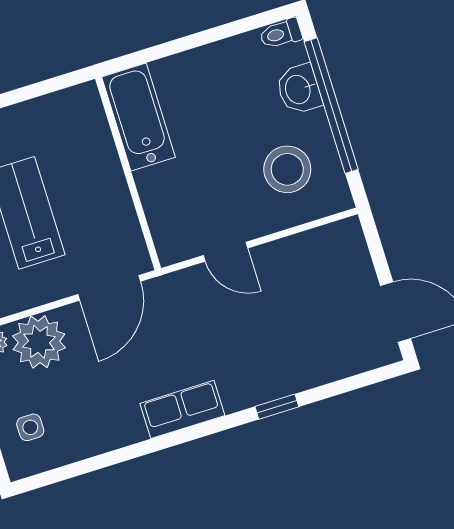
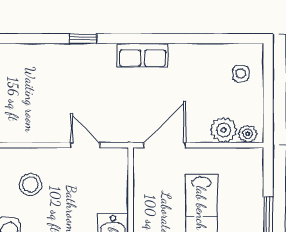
stool: (287, 169) -> (30, 185), width x0.73, depth x0.73
plant: (39, 342) -> (224, 130), width x0.73, depth x0.73

